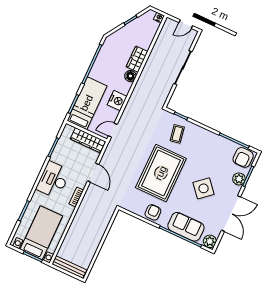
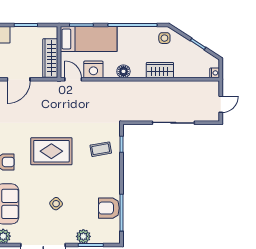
door: (186, 24) -> (221, 104), swing flipped
side table: (114, 44) -> (164, 38), added
floor lamp: (130, 76) -> (123, 71), moved
nightstand: (117, 101) -> (93, 69), moved
armchair: (243, 157) -> (109, 208), moved
rug: (161, 173) -> (51, 151), width x0.73, depth x0.69
side table: (204, 188) -> (56, 204), width x0.54, depth x0.54

